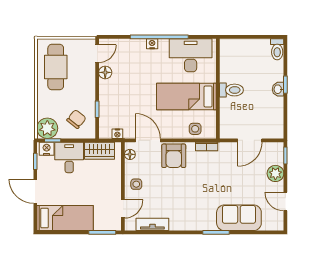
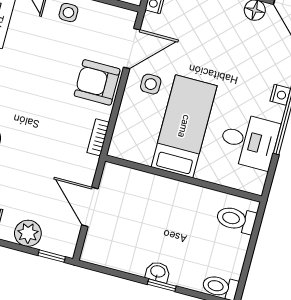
desk: (191, 55) -> (249, 141), width x0.73
toilet: (231, 90) -> (236, 219), moved, turned 90
side table: (195, 129) -> (151, 84), moved
floor lamp: (130, 154) -> (117, 15), removed

